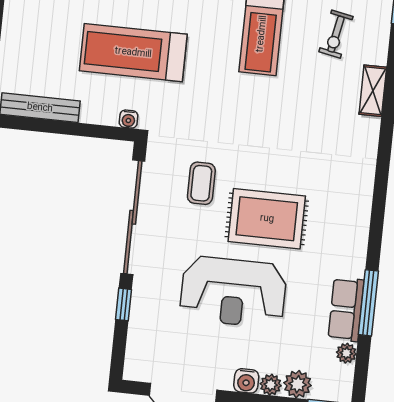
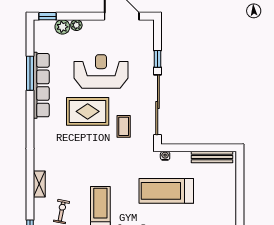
treadmill: (133, 53) -> (166, 191), turned 180
row of seats: (346, 309) -> (41, 85), width x2.02
plant: (346, 353) -> (39, 46), removed
water cooler: (246, 381) -> (89, 26), removed

